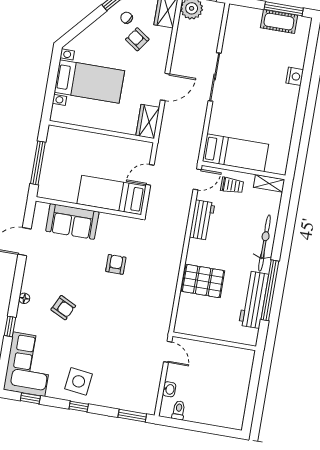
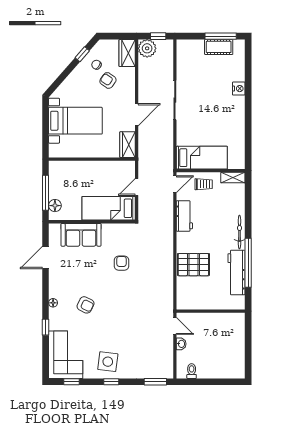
floor lamp: (47, 180) -> (55, 206), added
bicycle: (264, 243) -> (239, 232), width x0.73, depth x0.71
washbasin: (169, 389) -> (181, 344), moved

